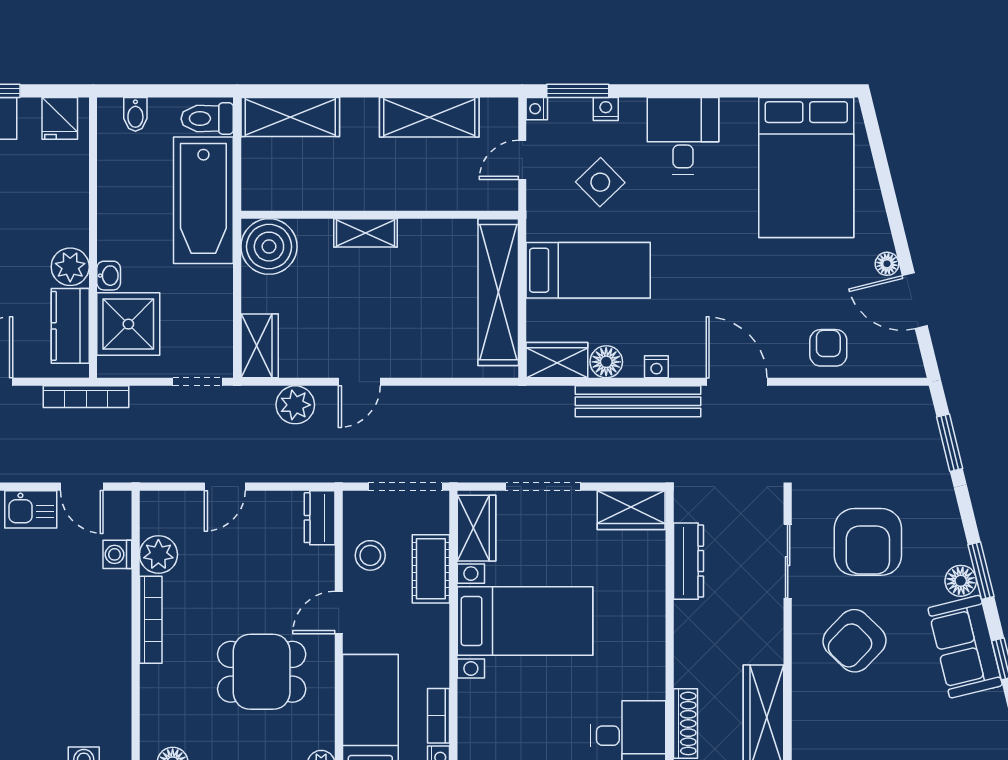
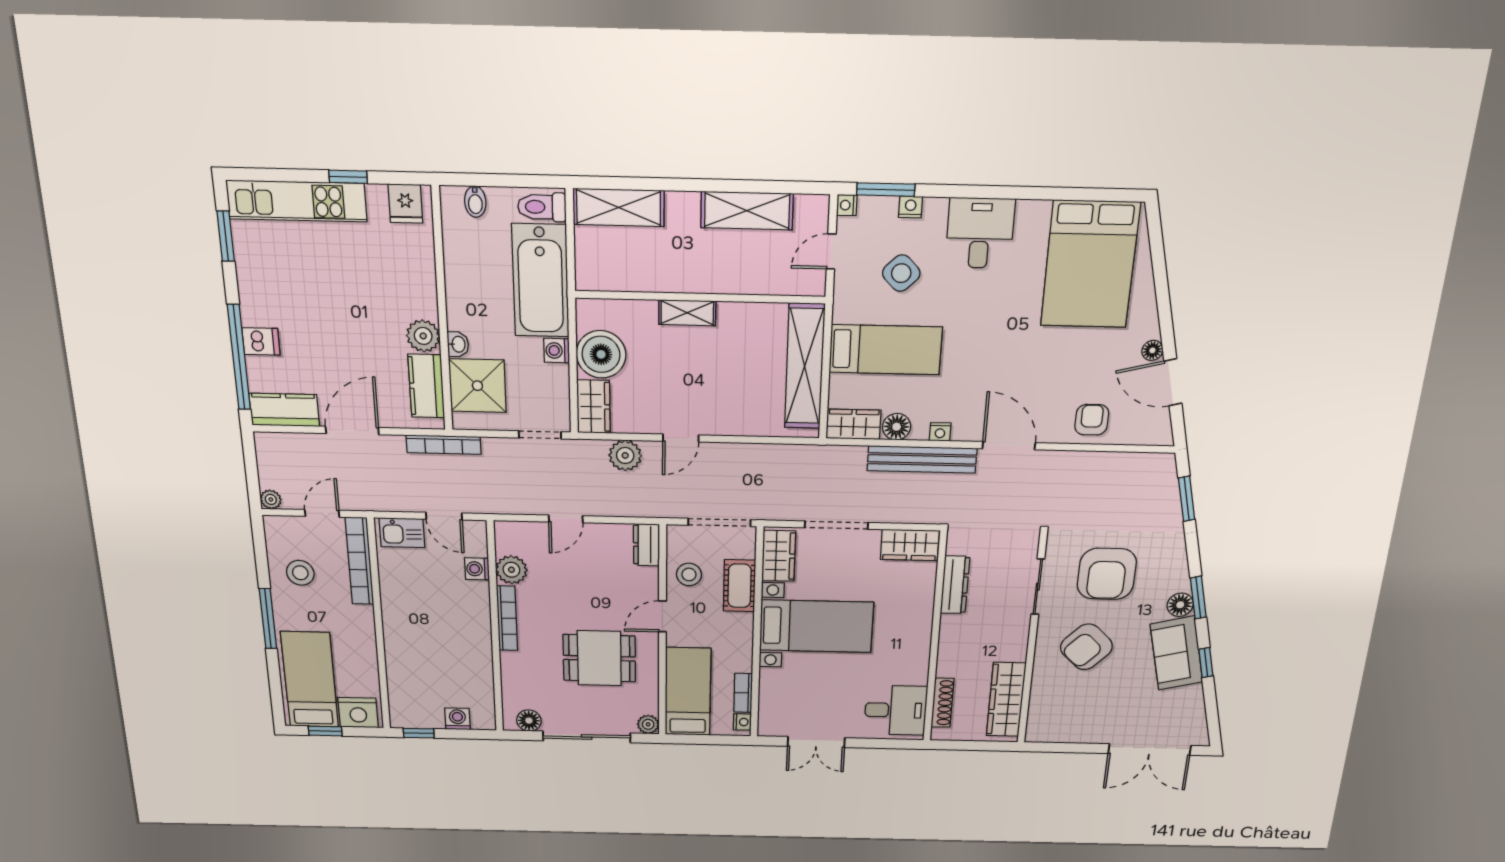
boiler: (269, 247) -> (601, 354), moved
washing machine: (219, 280) -> (557, 351), added

